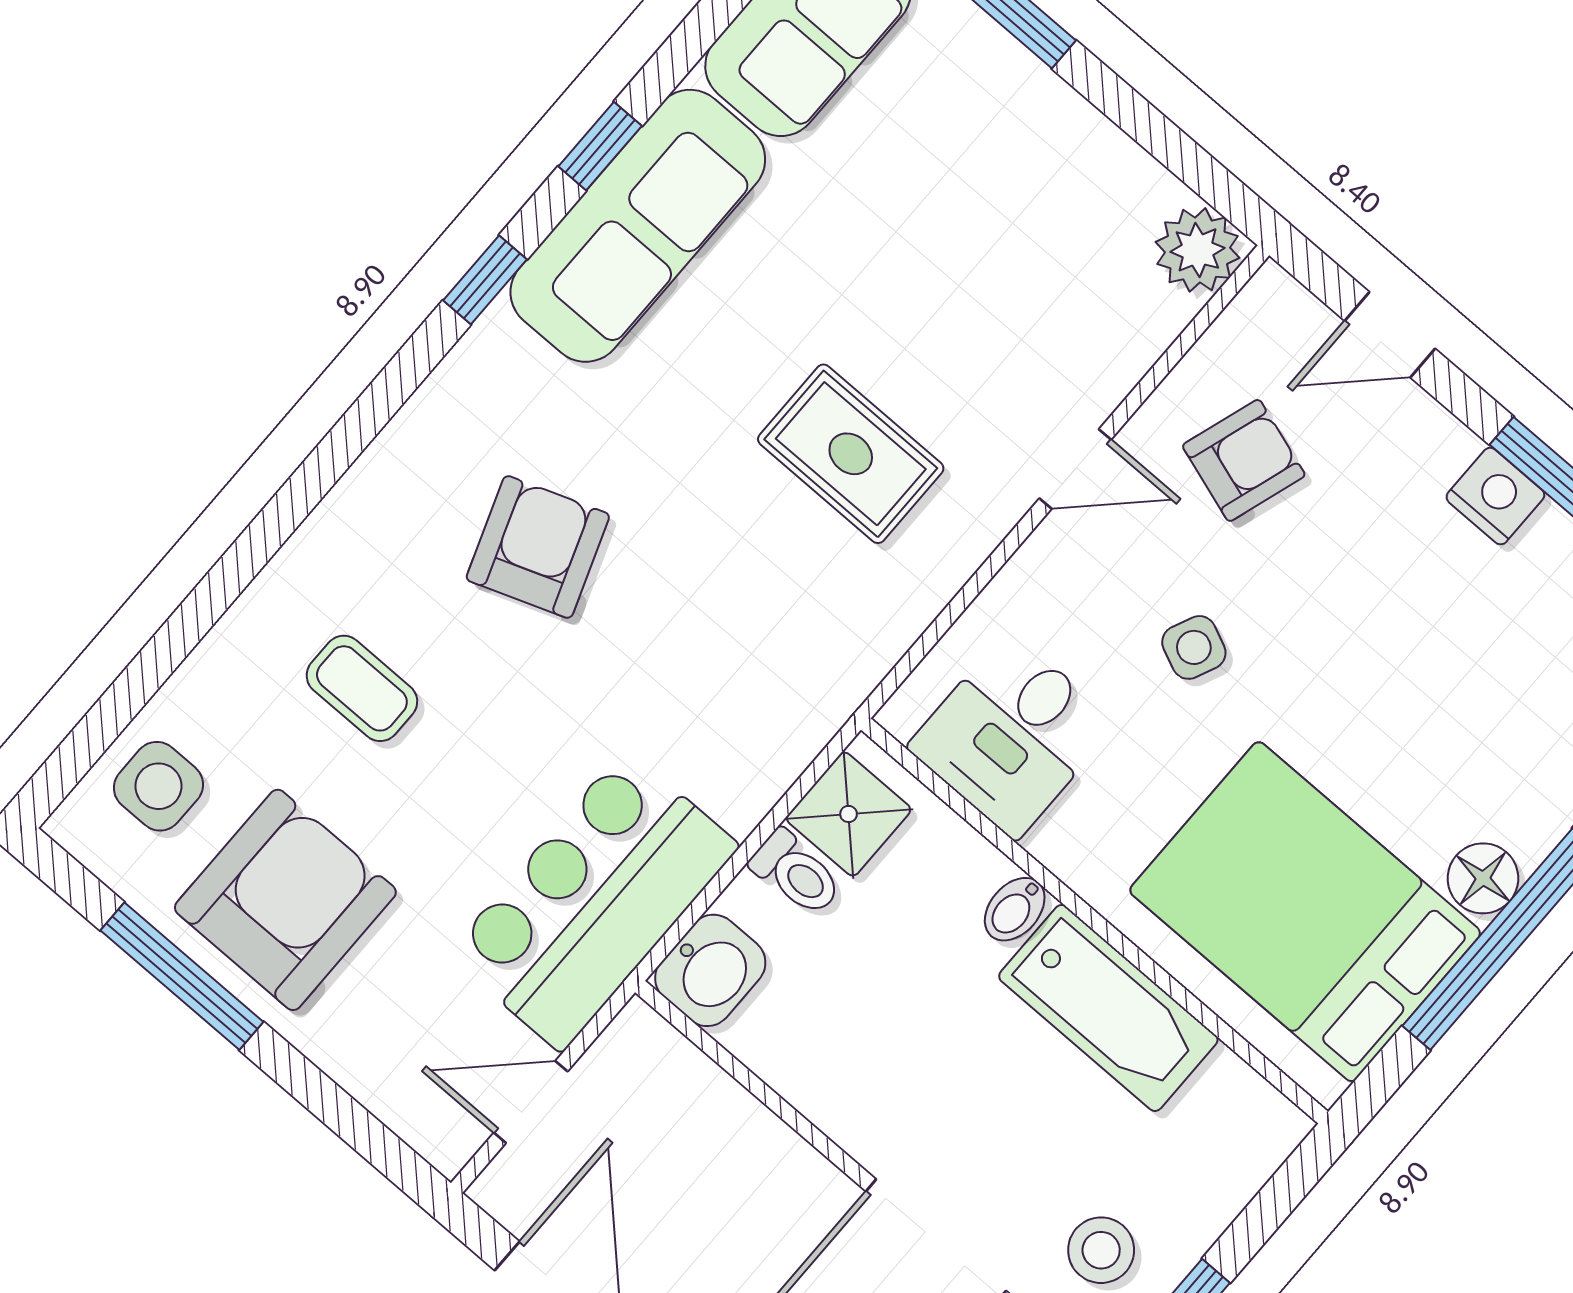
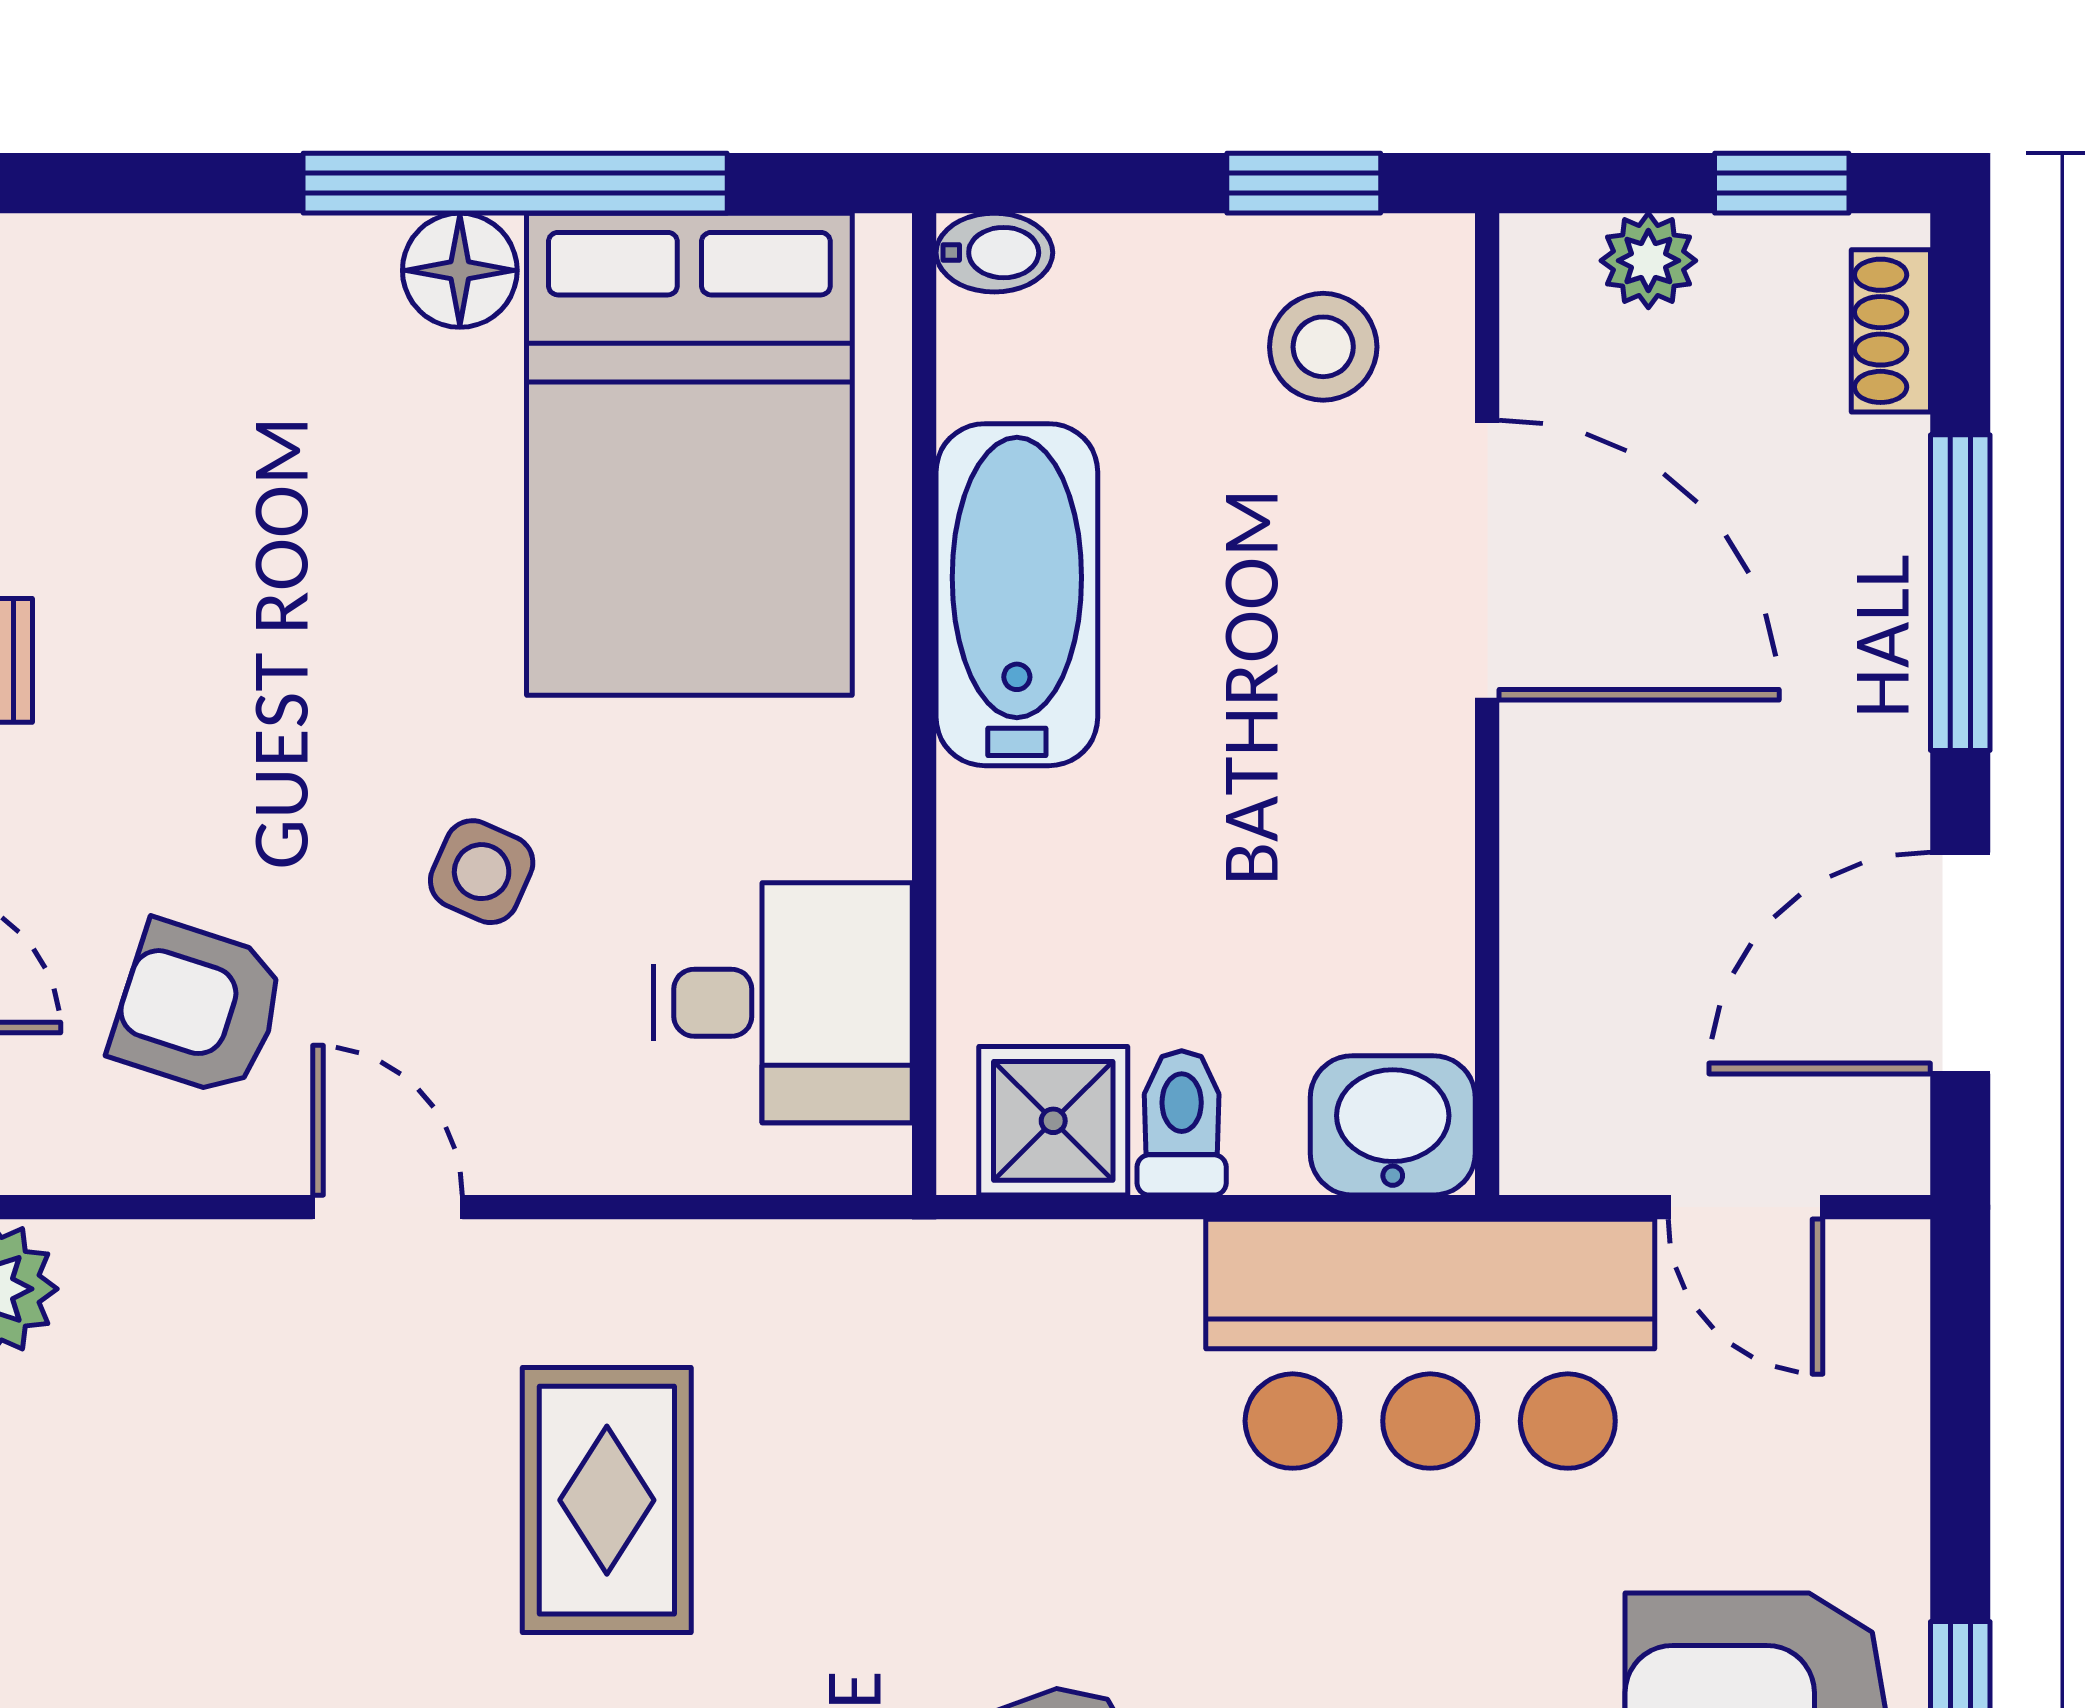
bidet: (1015, 909) -> (994, 253), moved

